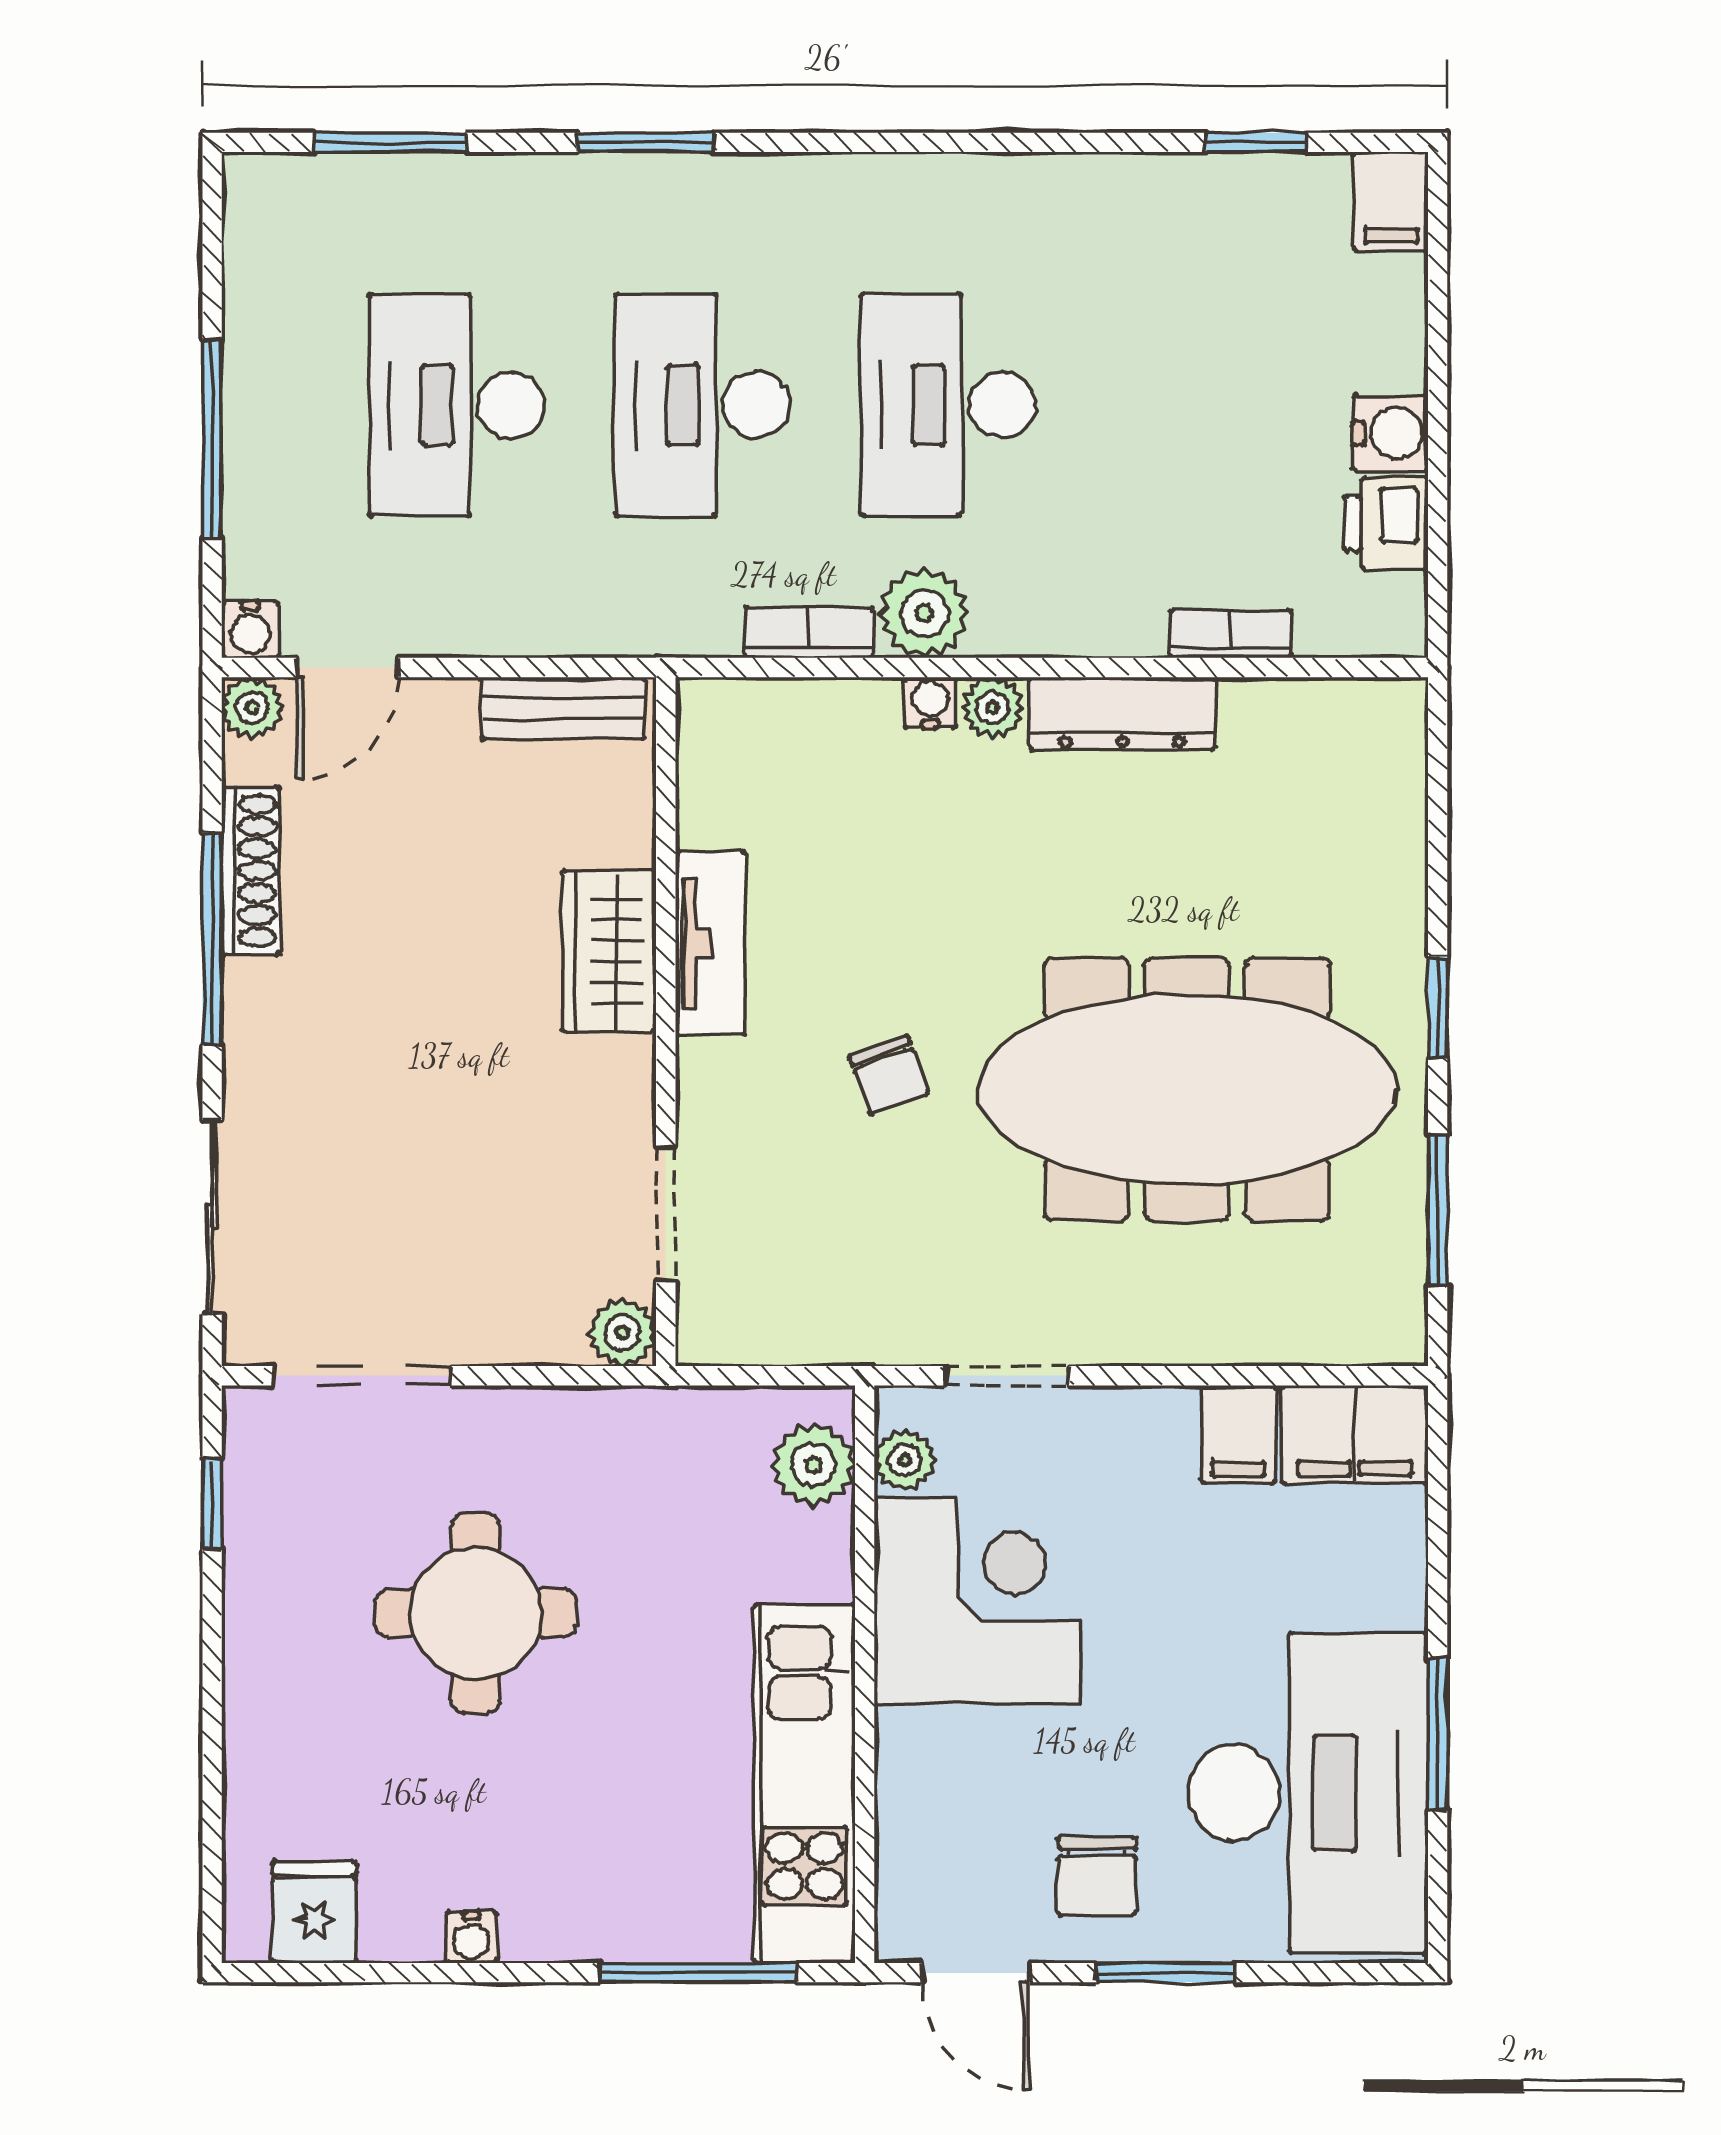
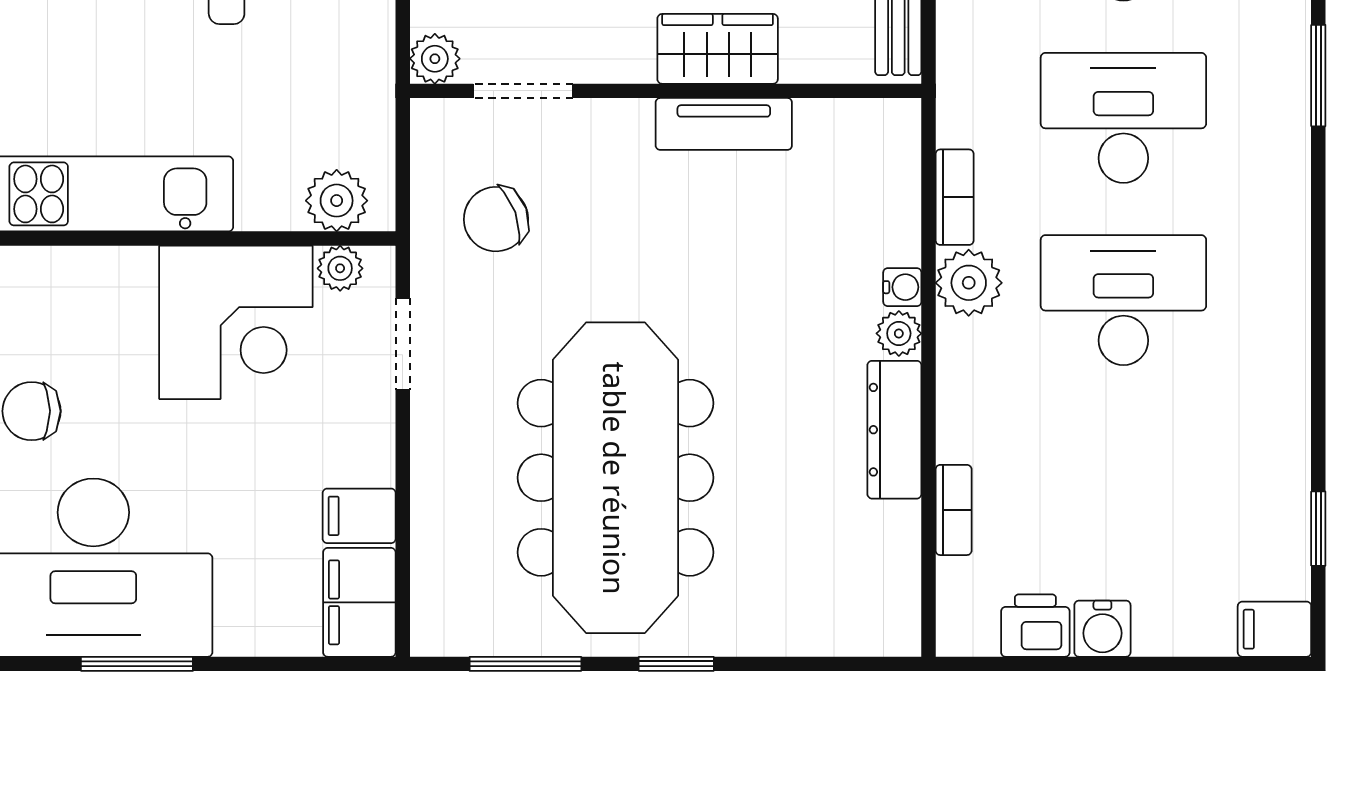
chair: (889, 1075) -> (496, 219), moved, width x1.37, depth x1.37

